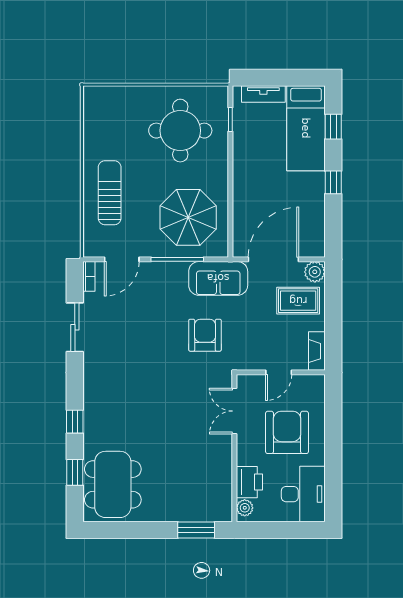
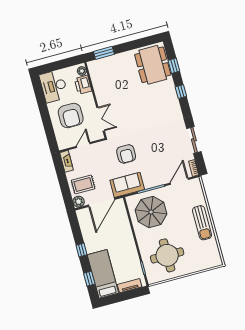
sun lounger: (110, 193) -> (202, 223), moved

